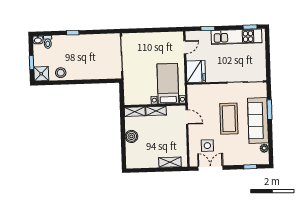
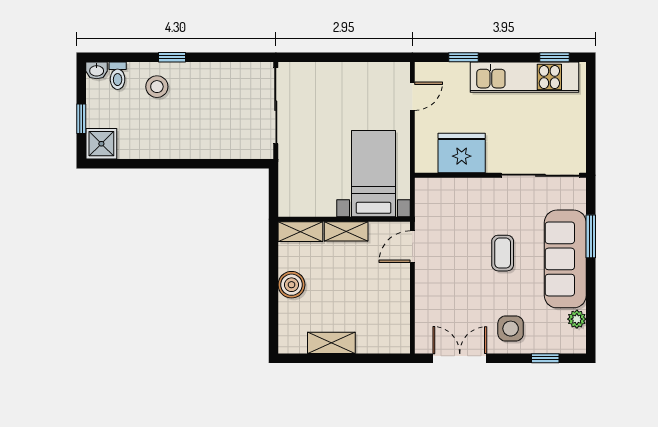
fridge: (196, 72) -> (462, 153), moved, turned -90
stool: (61, 73) -> (157, 87), moved
door: (187, 117) -> (412, 247), swing flipped
coffee table: (229, 119) -> (503, 253), width x0.54, depth x0.58
side table: (207, 146) -> (511, 329), moved
shelving: (170, 162) -> (331, 343), moved

